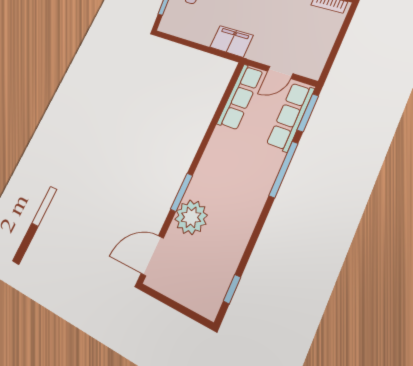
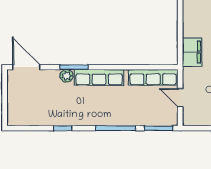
row of seats: (290, 117) -> (99, 77), moved, turned 180
plant: (191, 217) -> (67, 76), width x0.53, depth x0.53
window: (232, 289) -> (63, 128), moved

